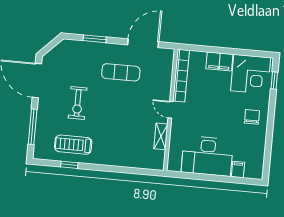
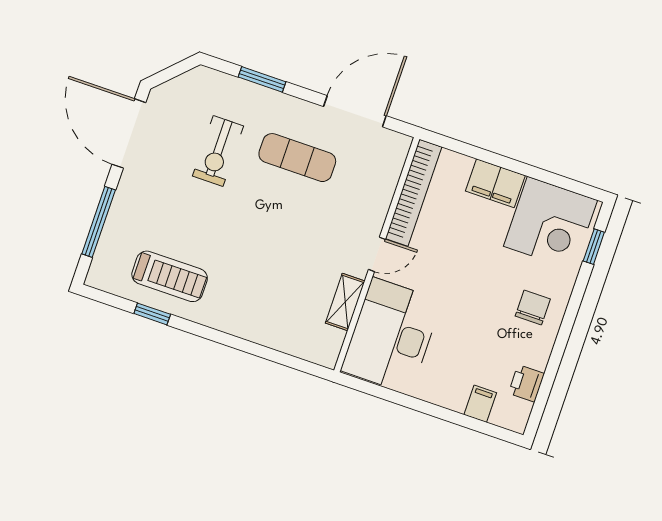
exercise bike: (78, 103) -> (218, 151), moved
door: (171, 110) -> (377, 254), swing flipped
treadmill: (73, 145) -> (170, 276), turned 180
printer: (258, 154) -> (526, 383), added
desk: (207, 156) -> (391, 336), moved, turned 90

